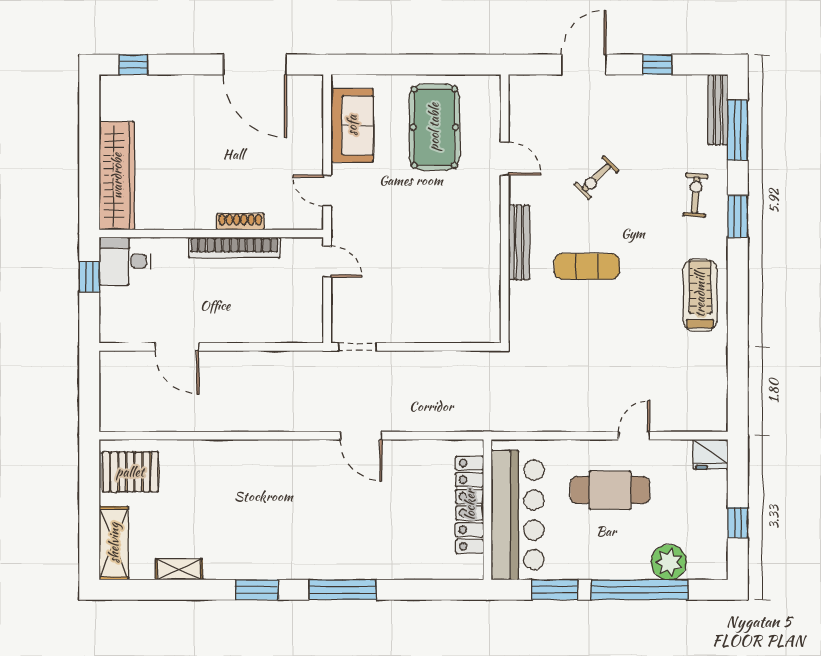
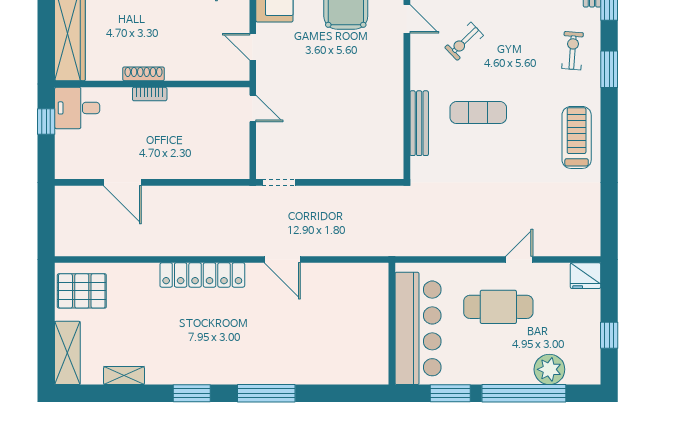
exercise bike: (596, 178) -> (464, 41), moved
shoe rack: (240, 222) -> (144, 74), moved
bench: (519, 243) -> (419, 123), moved
bookcase: (234, 248) -> (150, 94), width x0.43, depth x0.76
locker: (470, 505) -> (202, 275), moved, turned -90

